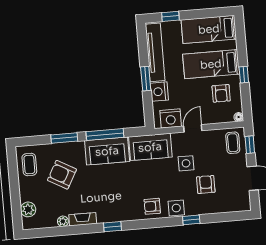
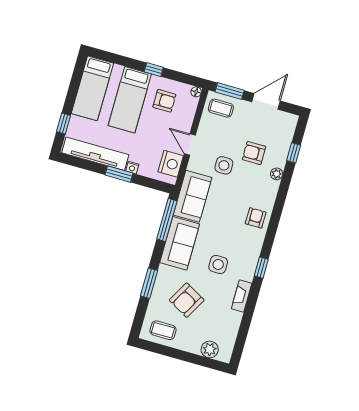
nightstand: (159, 92) -> (132, 168), width x0.53, depth x0.56
window: (105, 134) -> (167, 220), moved
window: (250, 145) -> (230, 91), width x1.50
armchair: (152, 206) -> (256, 218), turned 180
side table: (176, 208) -> (218, 264), moved
window: (191, 220) -> (294, 153), moved
plant: (63, 221) -> (277, 174), moved

